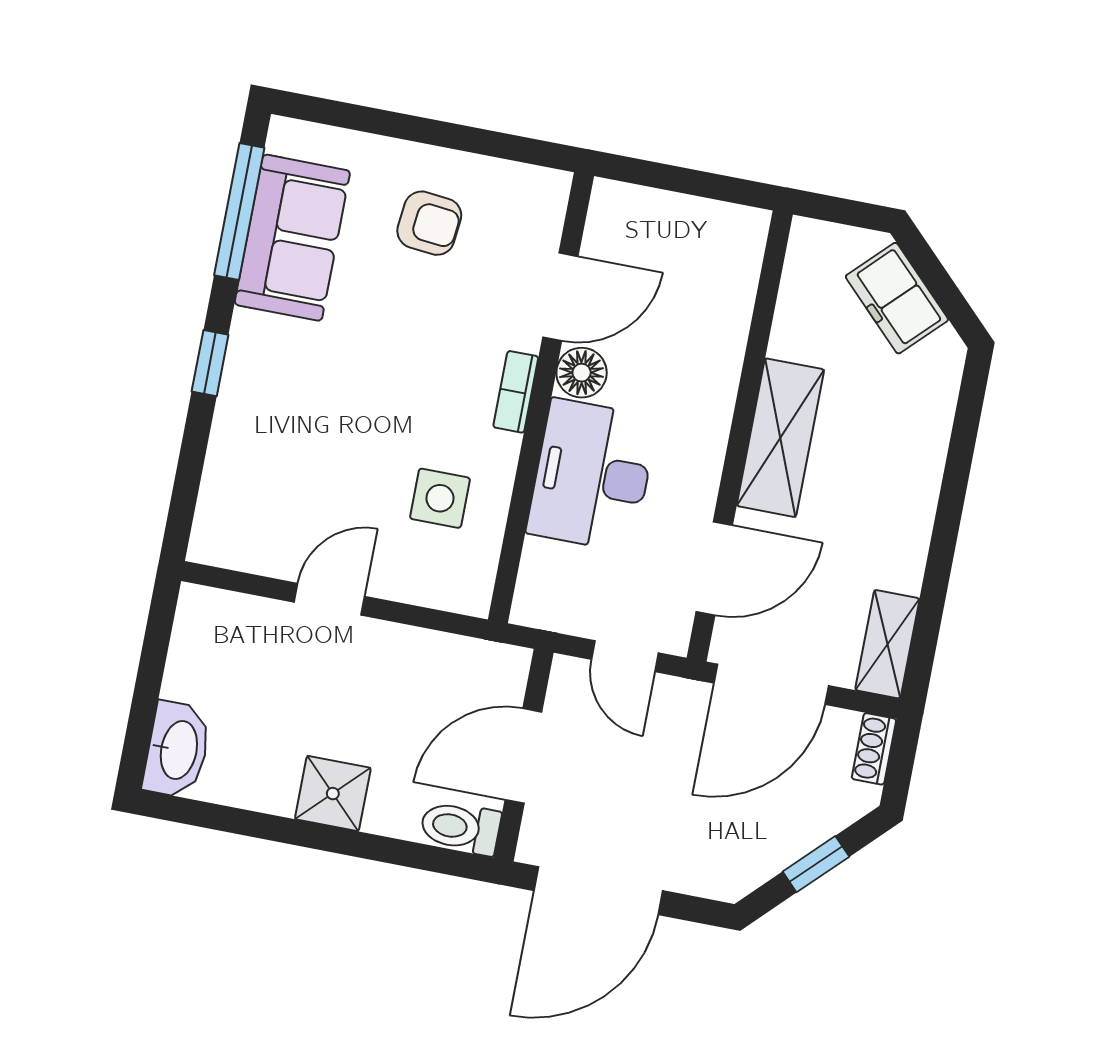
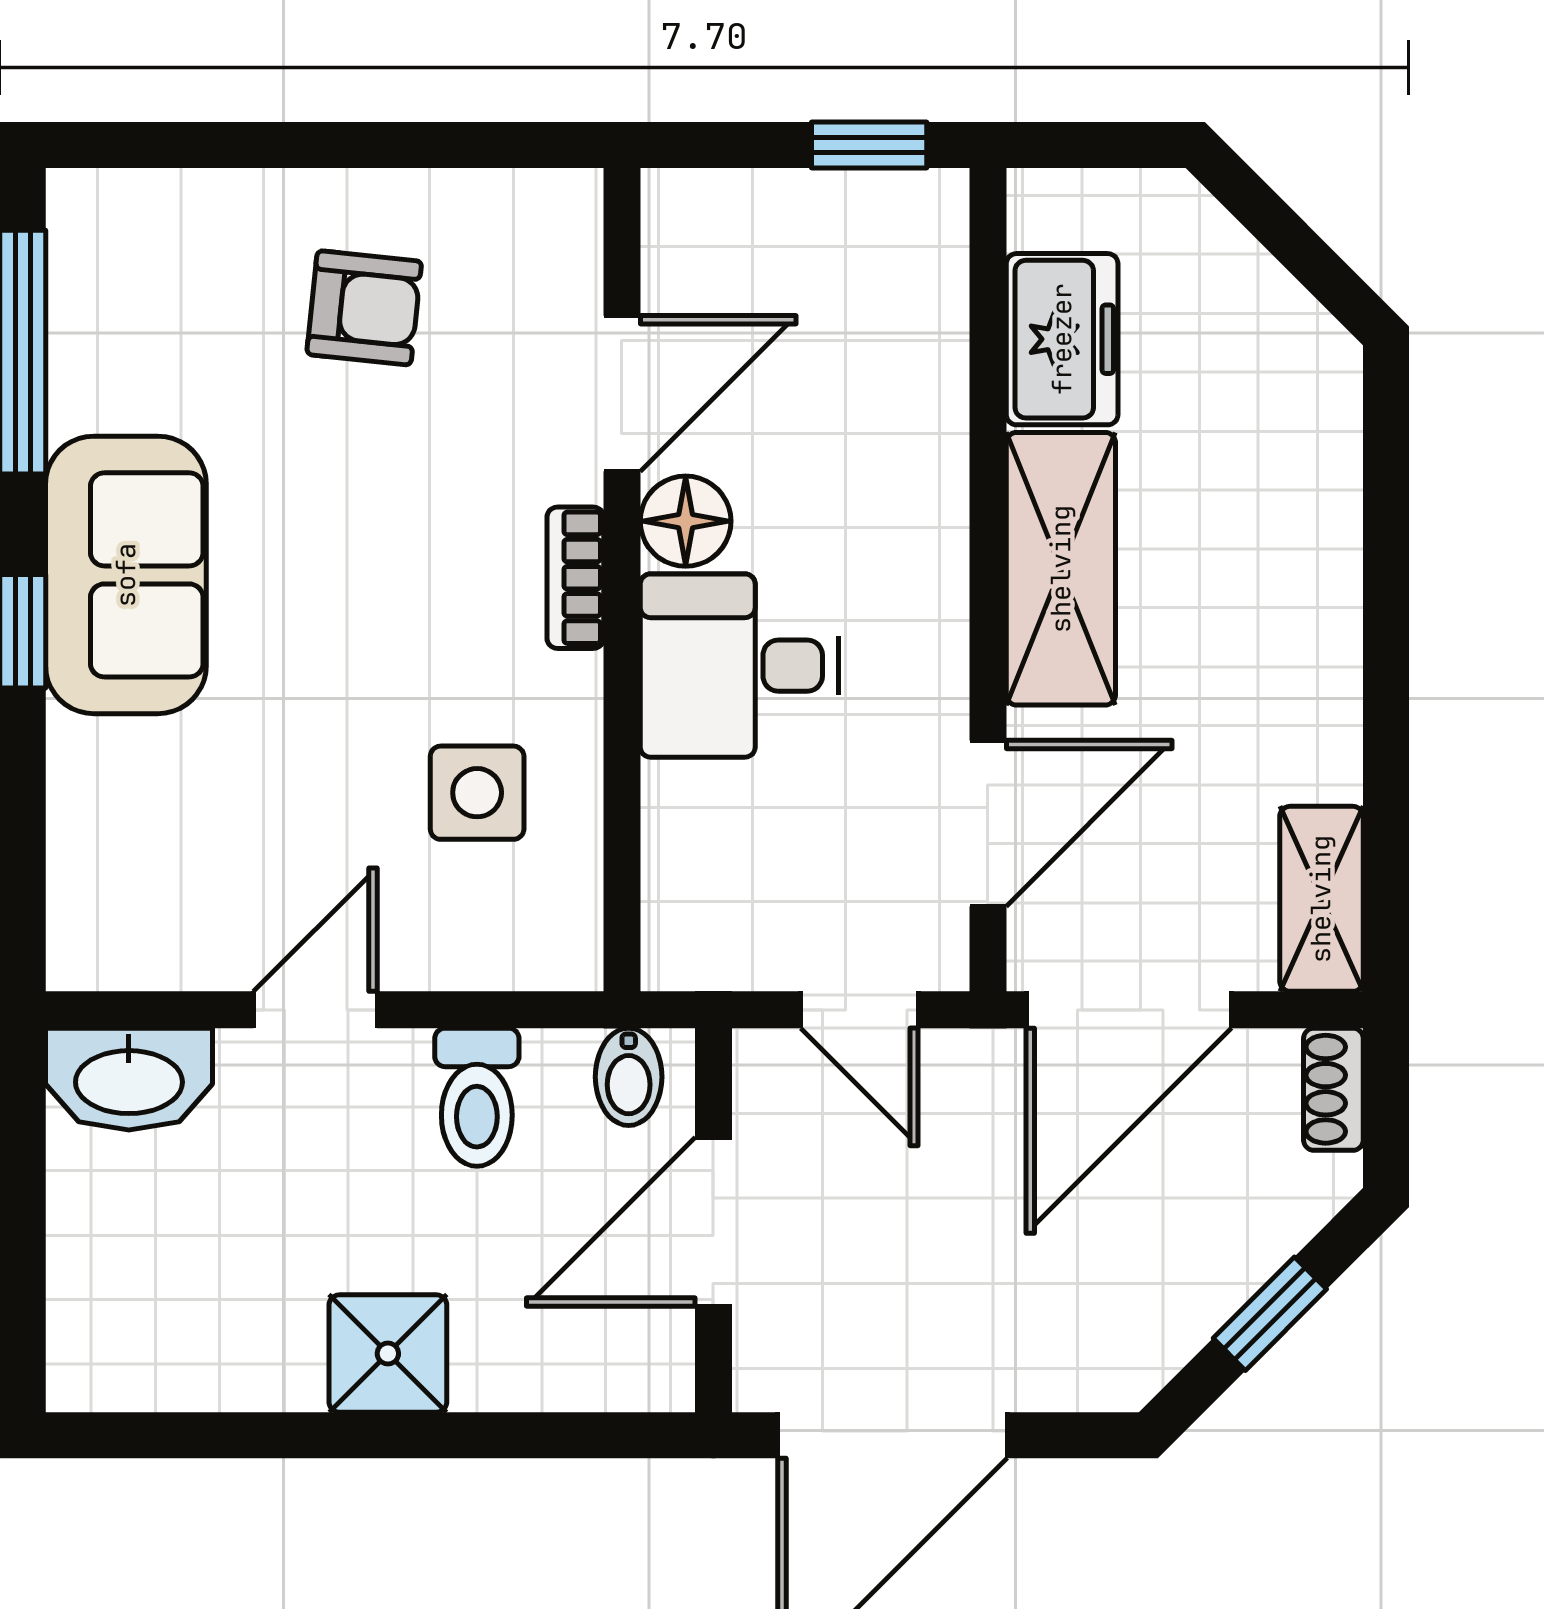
window: (721, 188) -> (869, 145), added
sofa: (292, 238) -> (126, 575), moved
freezer: (897, 298) -> (1062, 339), moved, turned -135
desk: (592, 475) -> (739, 666), width x0.73
bidet: (493, 668) -> (629, 1077), added
washbasin: (177, 750) -> (129, 1079), moved, turned 90
toilet: (460, 828) -> (477, 1097), moved, turned -90

